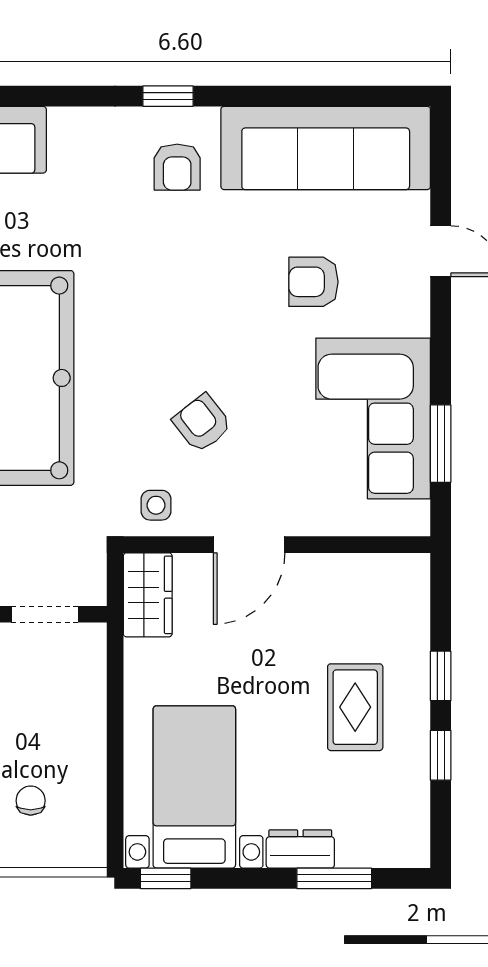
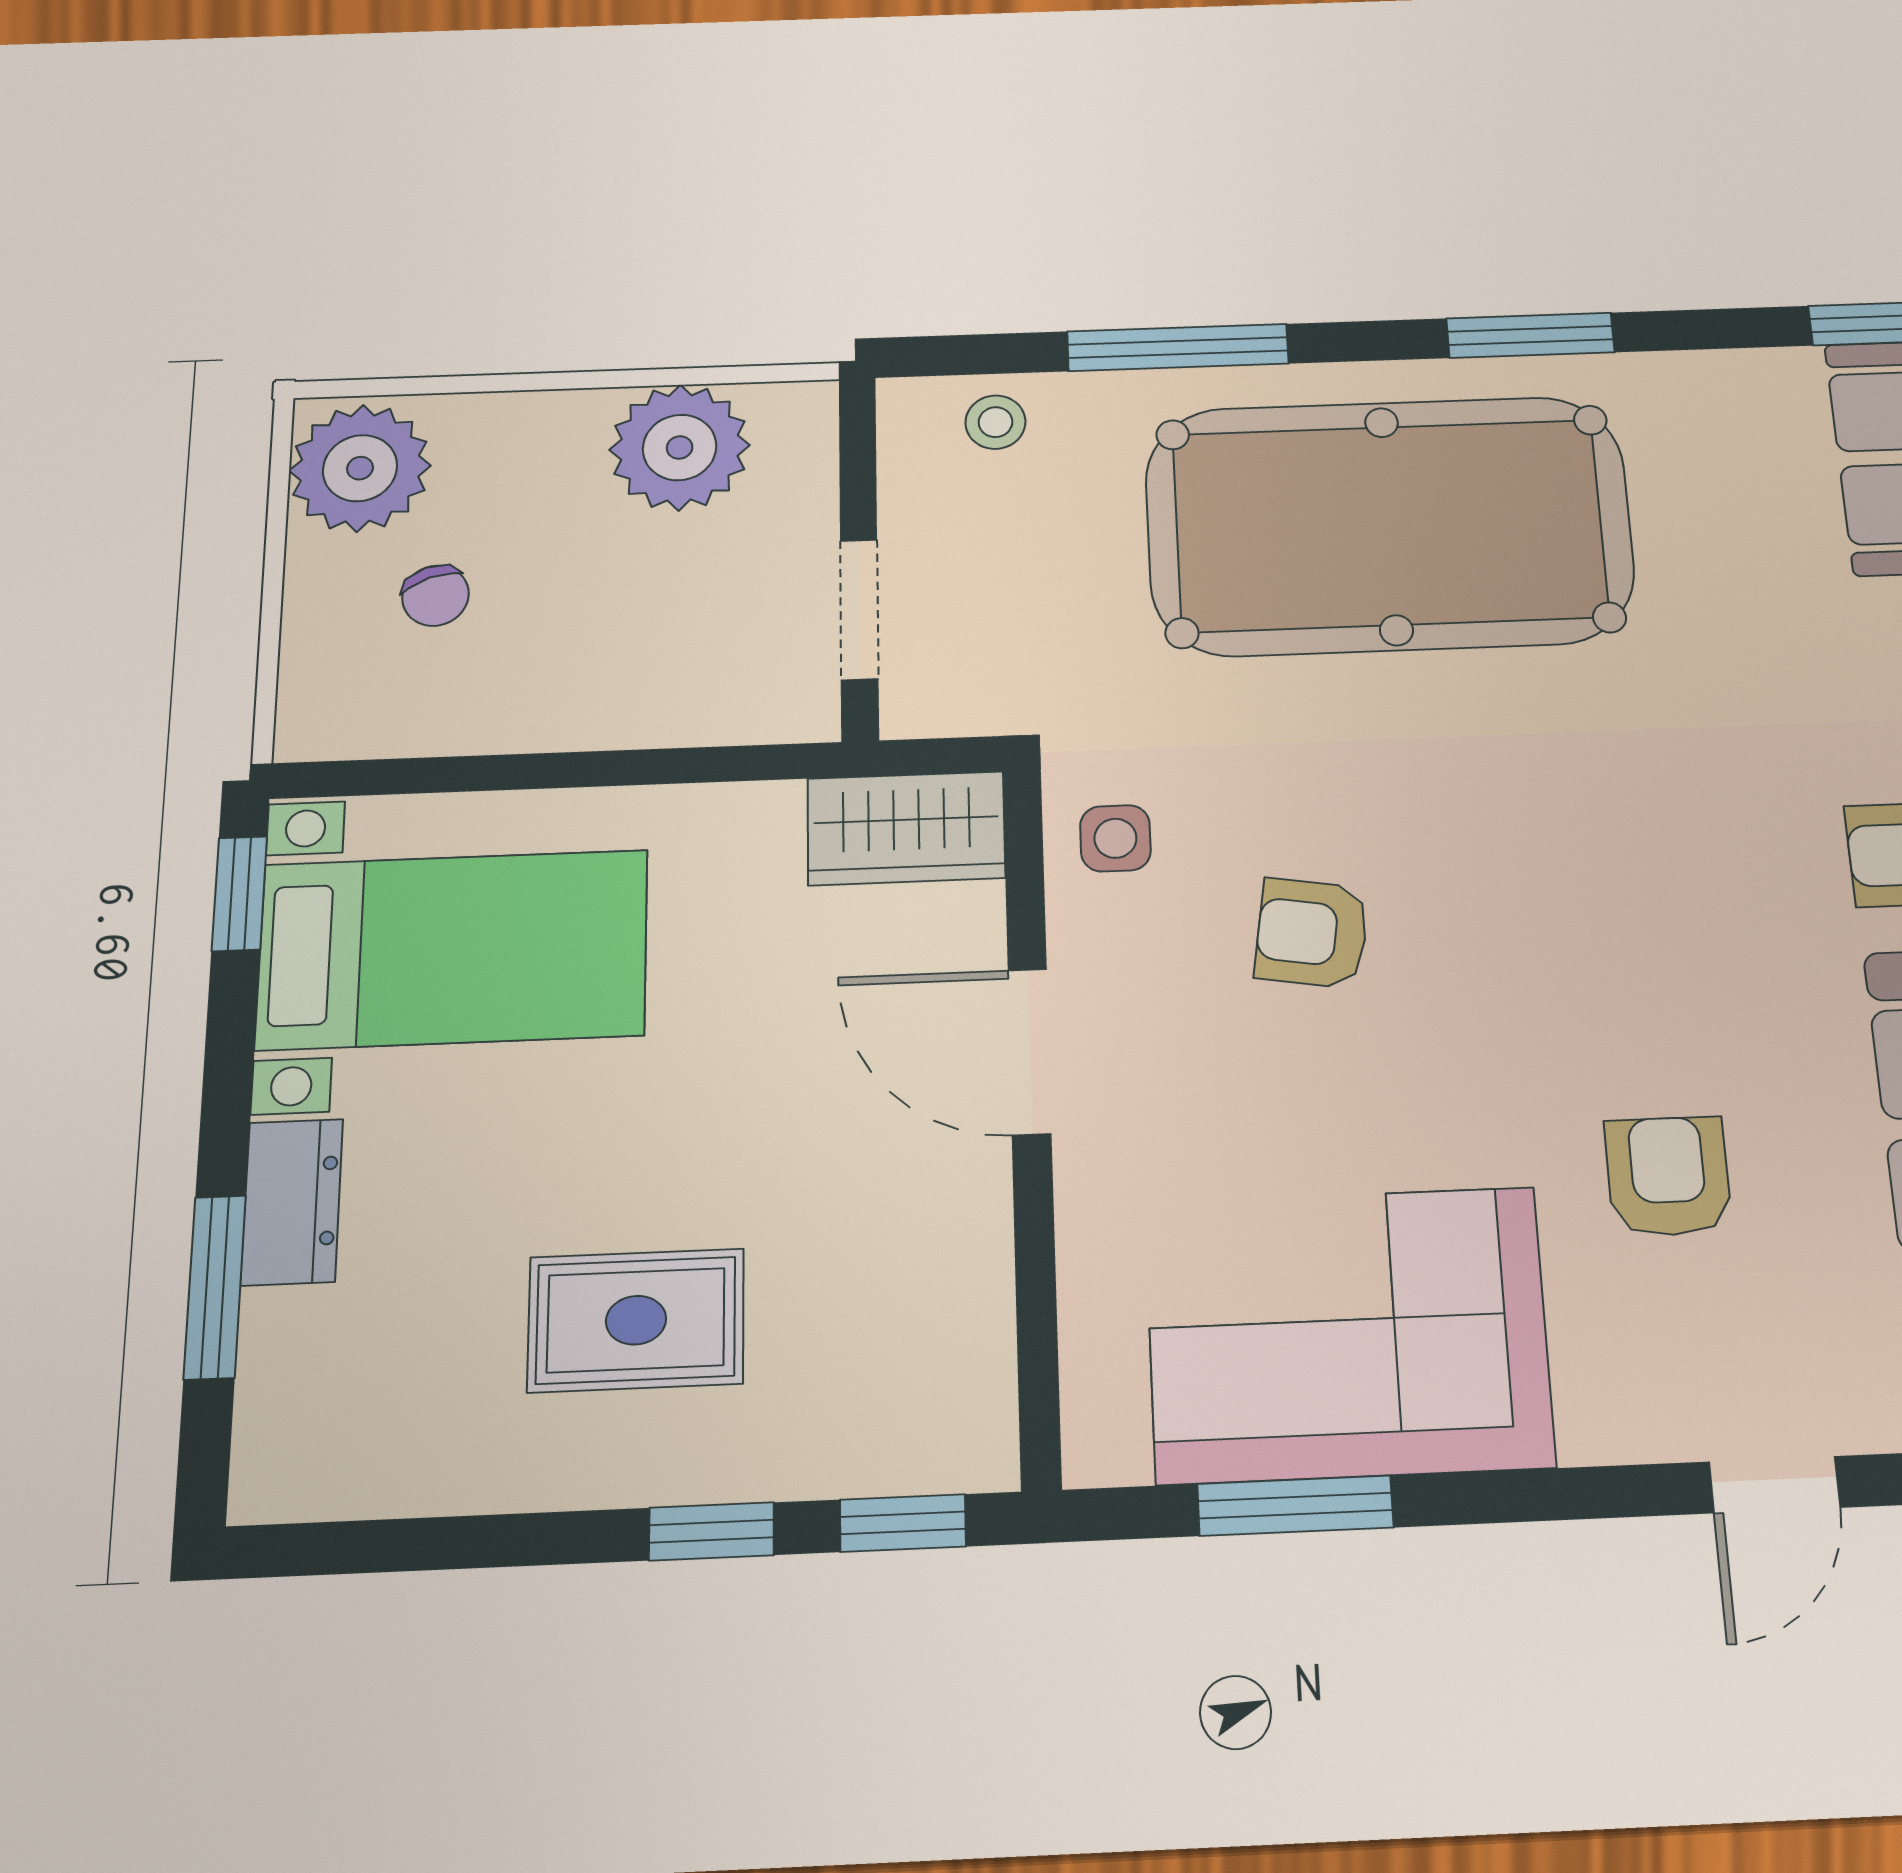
armchair: (202, 423) -> (1312, 933), turned -133
window: (441, 755) -> (903, 1523), moved
chair: (31, 801) -> (435, 596), turned 71

